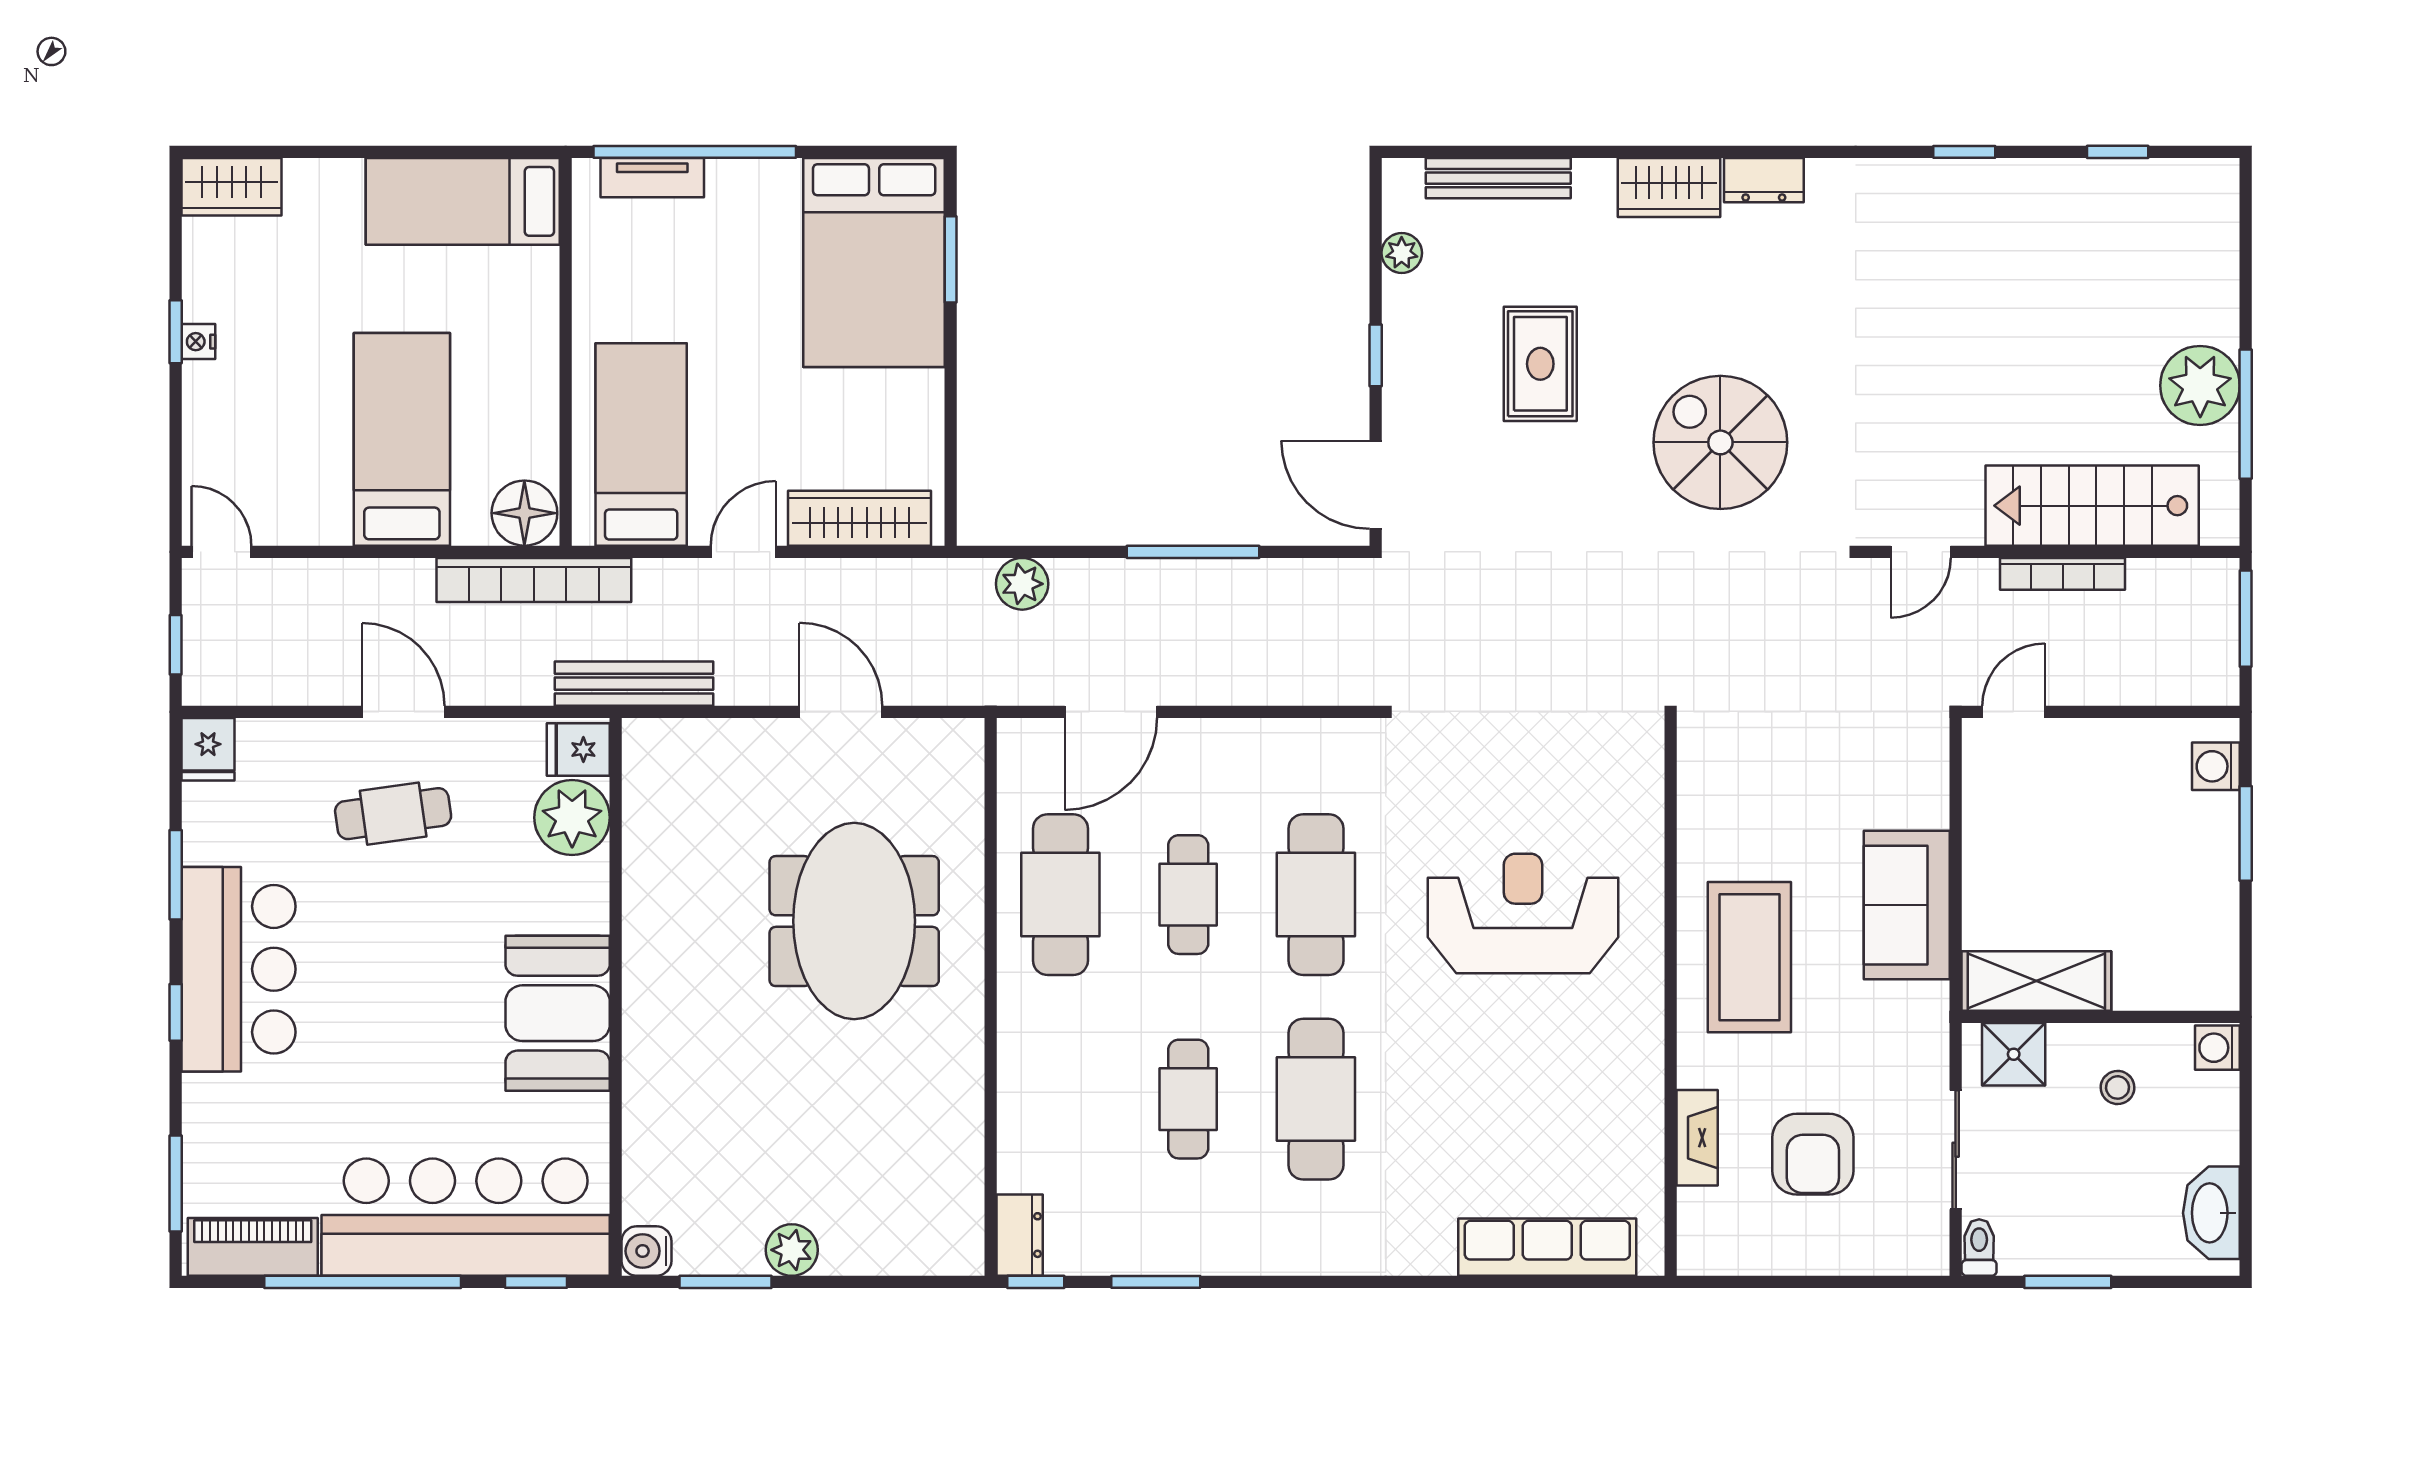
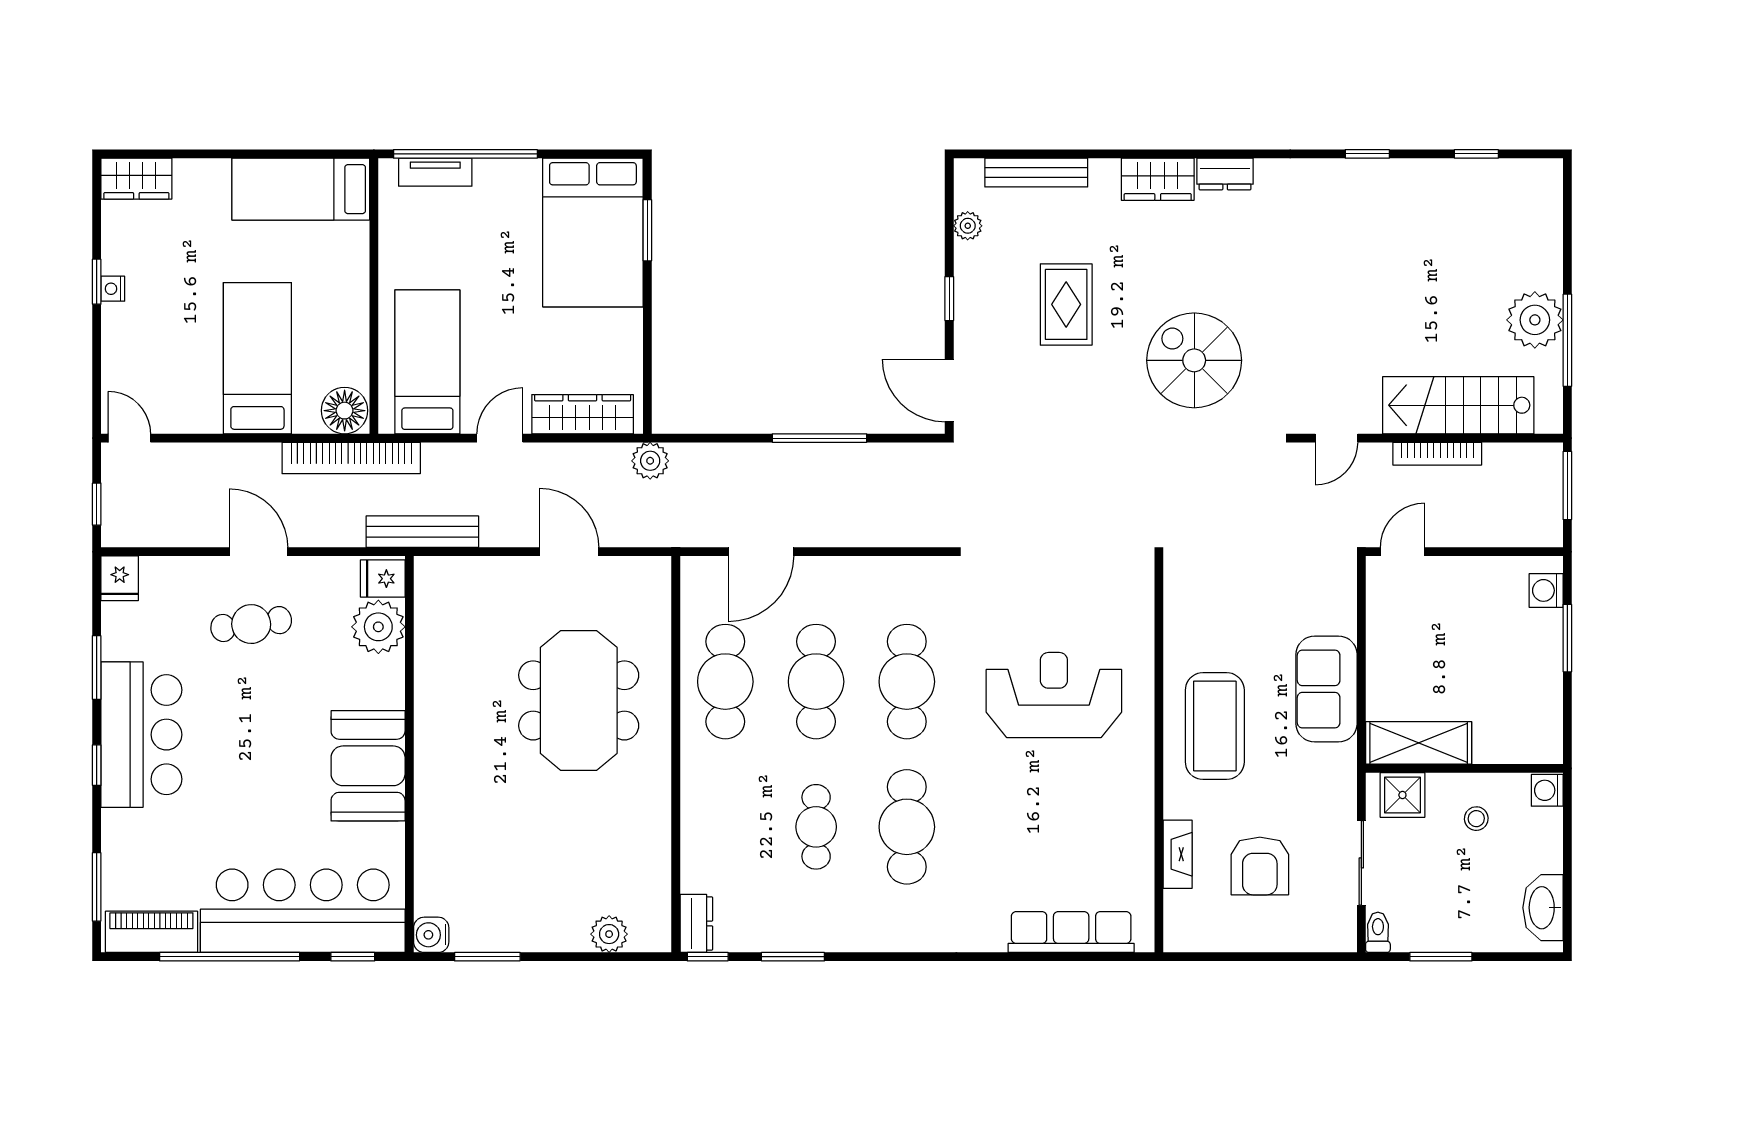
plant: (1022, 584) -> (650, 461), moved
cafe table: (1188, 895) -> (816, 682), width x1.37, depth x1.35
plant: (792, 1250) -> (609, 934), moved

